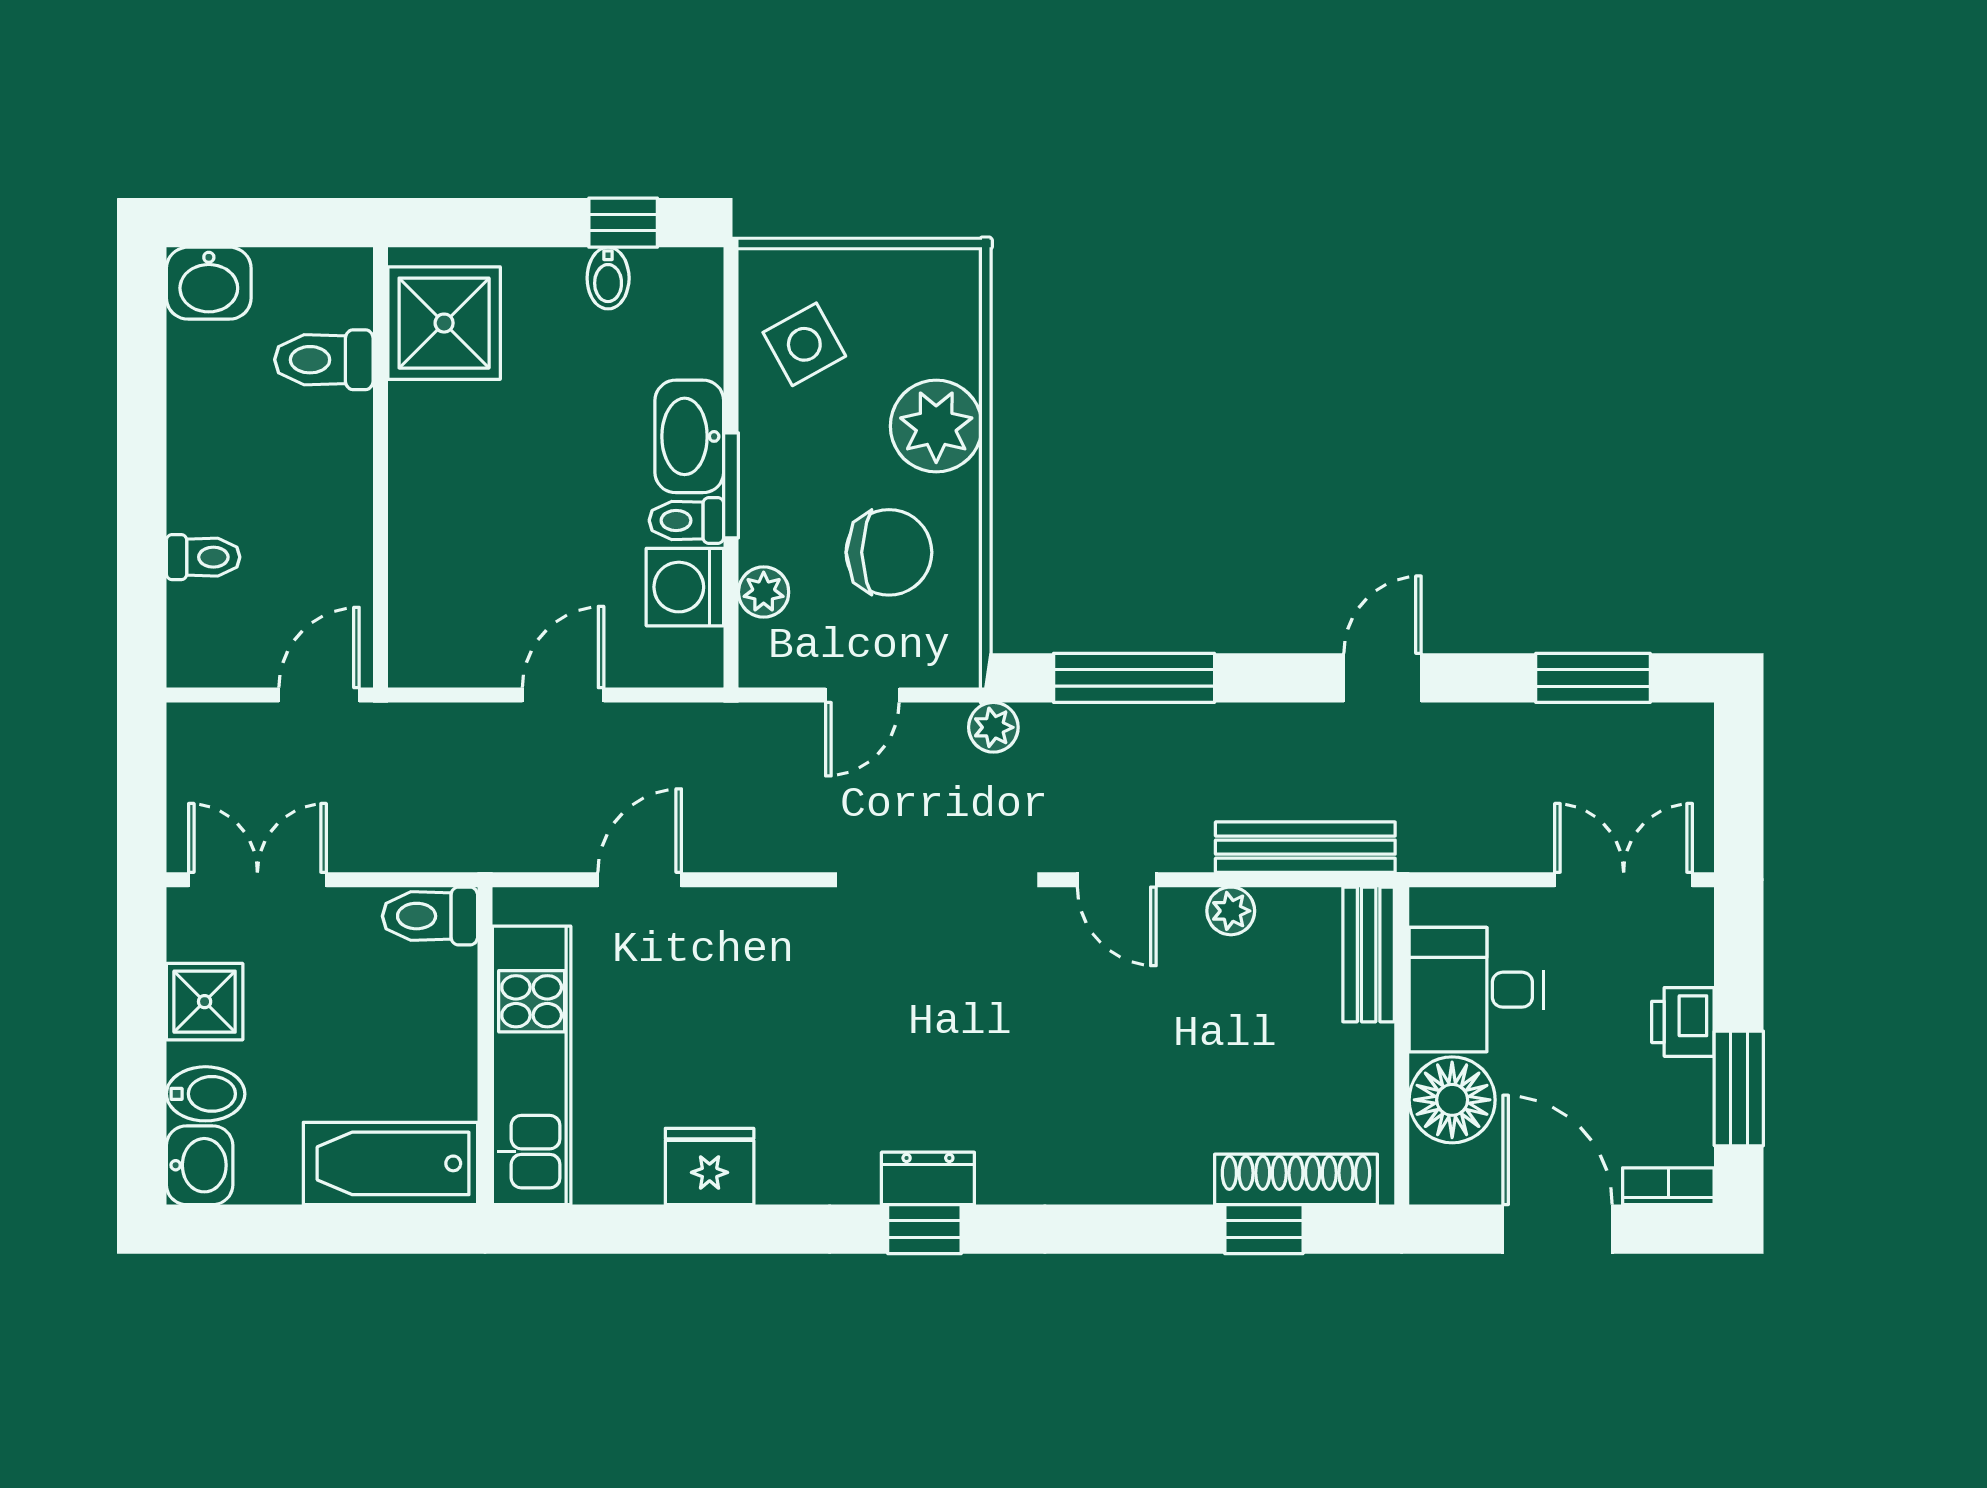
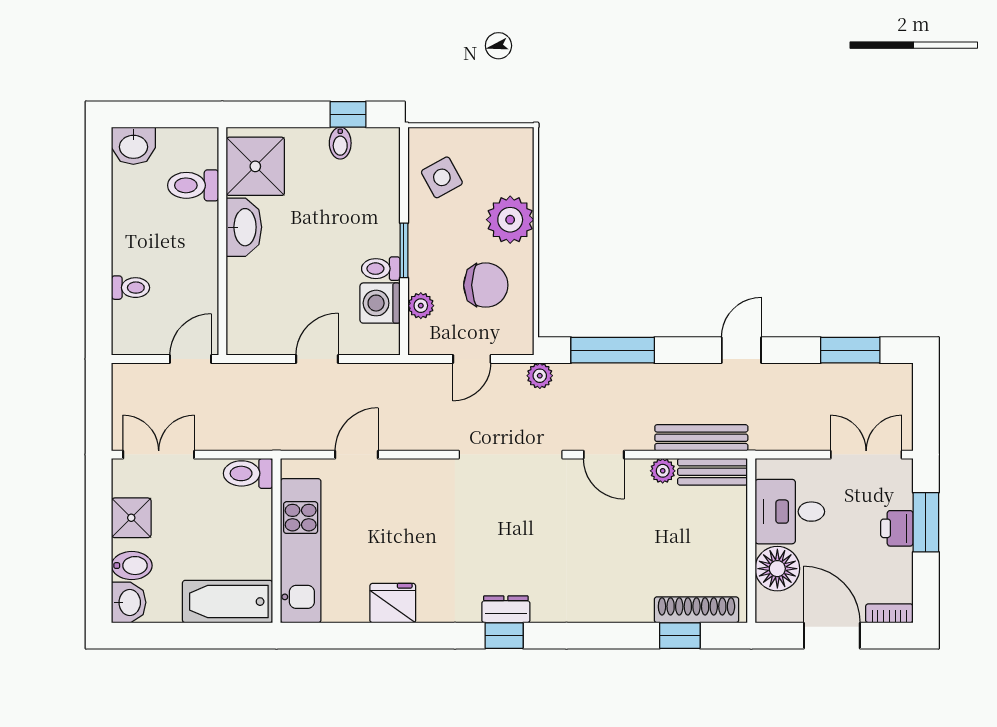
washbasin: (689, 436) -> (244, 227), moved, turned 180
bench: (1369, 954) -> (713, 472), moved, turned 90
window: (1739, 1088) -> (926, 522), moved

